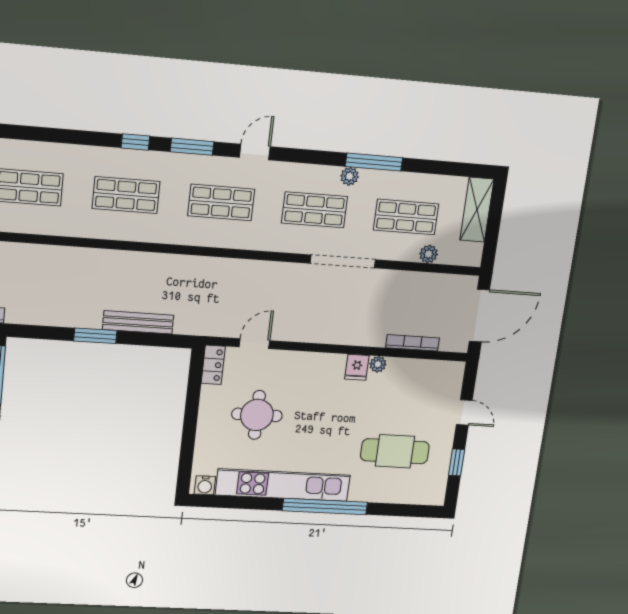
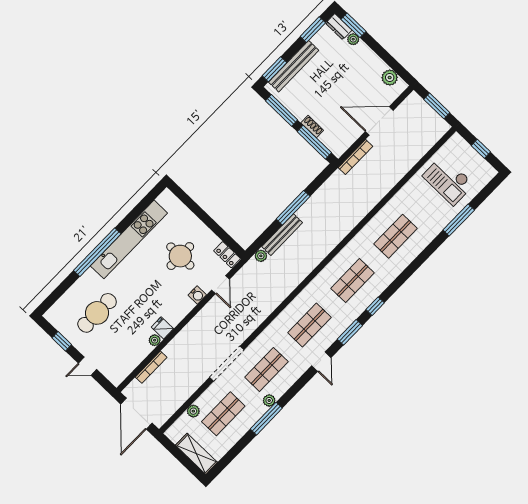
plant: (183, 326) -> (261, 256), added
window: (95, 336) -> (293, 208), width x1.44
water cooler: (205, 485) -> (197, 295), moved, turned 180

